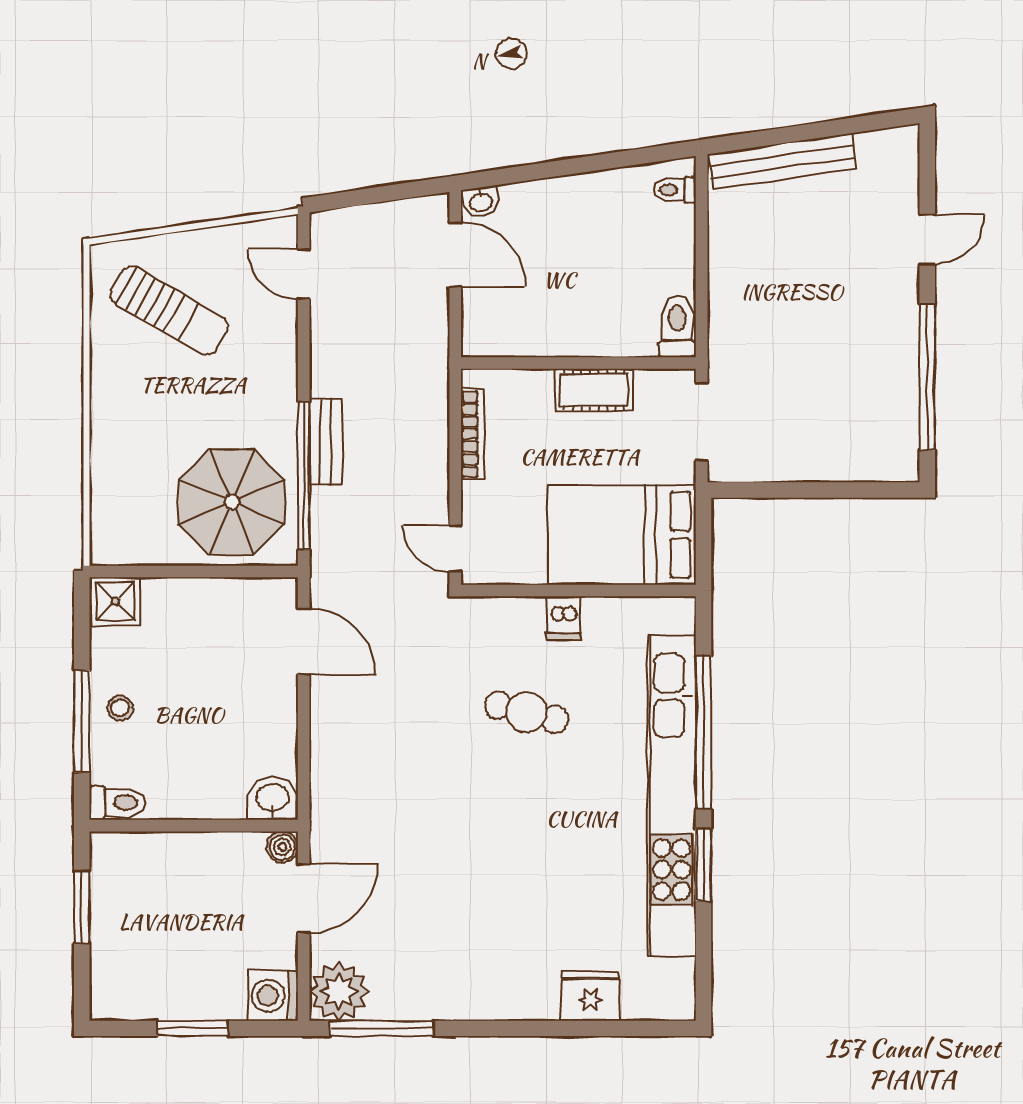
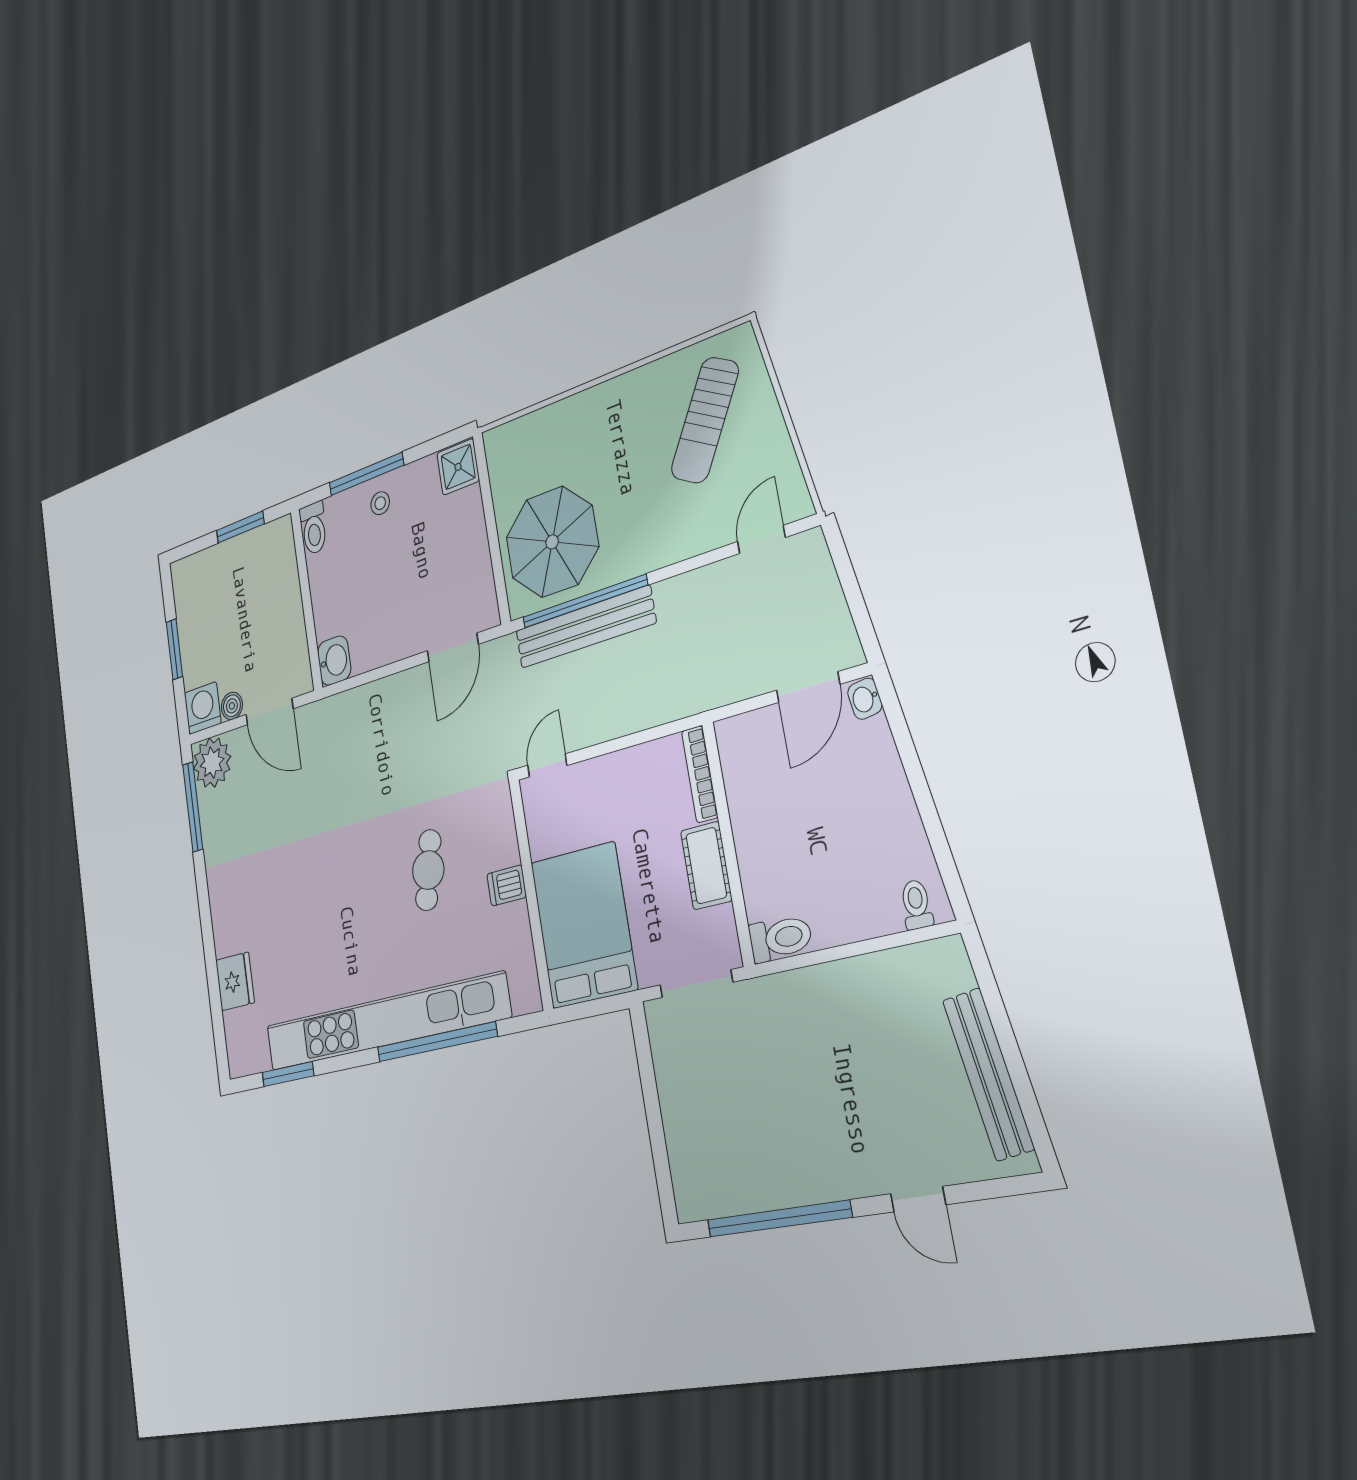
bench: (782, 161) -> (988, 1074), moved
bookcase: (473, 434) -> (700, 774), moved, turned 90
bench: (326, 442) -> (585, 627), width x1.86, depth x1.21
boiler: (282, 847) -> (232, 706), moved
window: (704, 865) -> (288, 1074), moved

